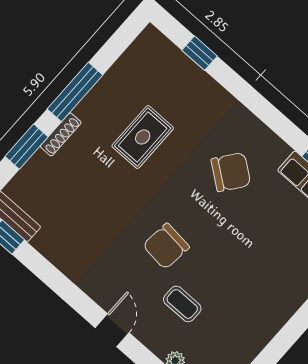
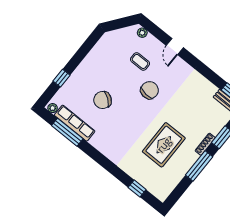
rug: (143, 137) -> (164, 145), width x1.36, depth x1.43
chair: (231, 172) -> (103, 100), moved

